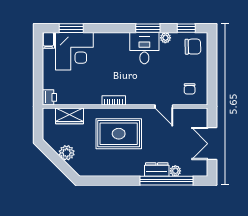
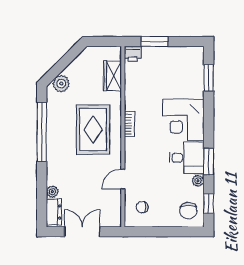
filing cabinet: (48, 40) -> (195, 53), removed
corner desk: (74, 51) -> (183, 120), moved
window: (38, 77) -> (155, 42), added
plant: (67, 153) -> (61, 84), moved
dresser: (157, 169) -> (54, 212), moved
window: (166, 181) -> (42, 132), moved

